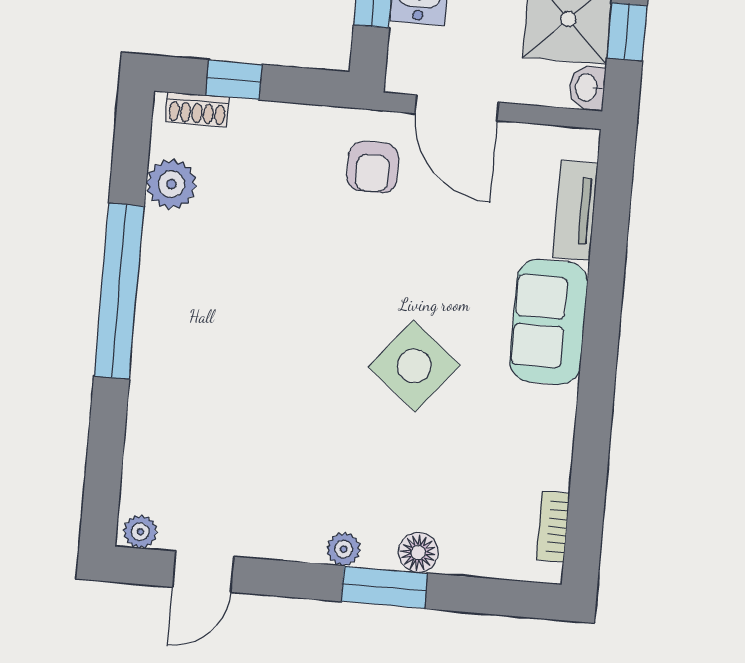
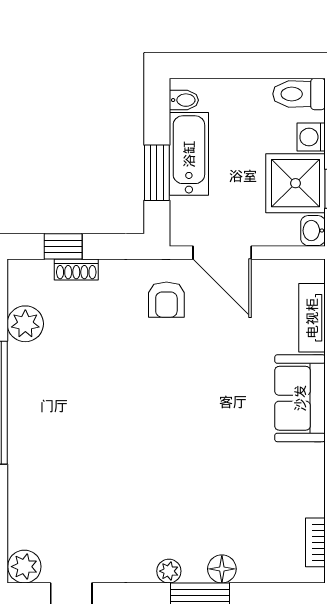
shoe rack: (197, 109) -> (76, 270), moved
side table: (414, 366) -> (208, 438), removed
plant: (140, 532) -> (24, 567), width x1.38, depth x1.38

